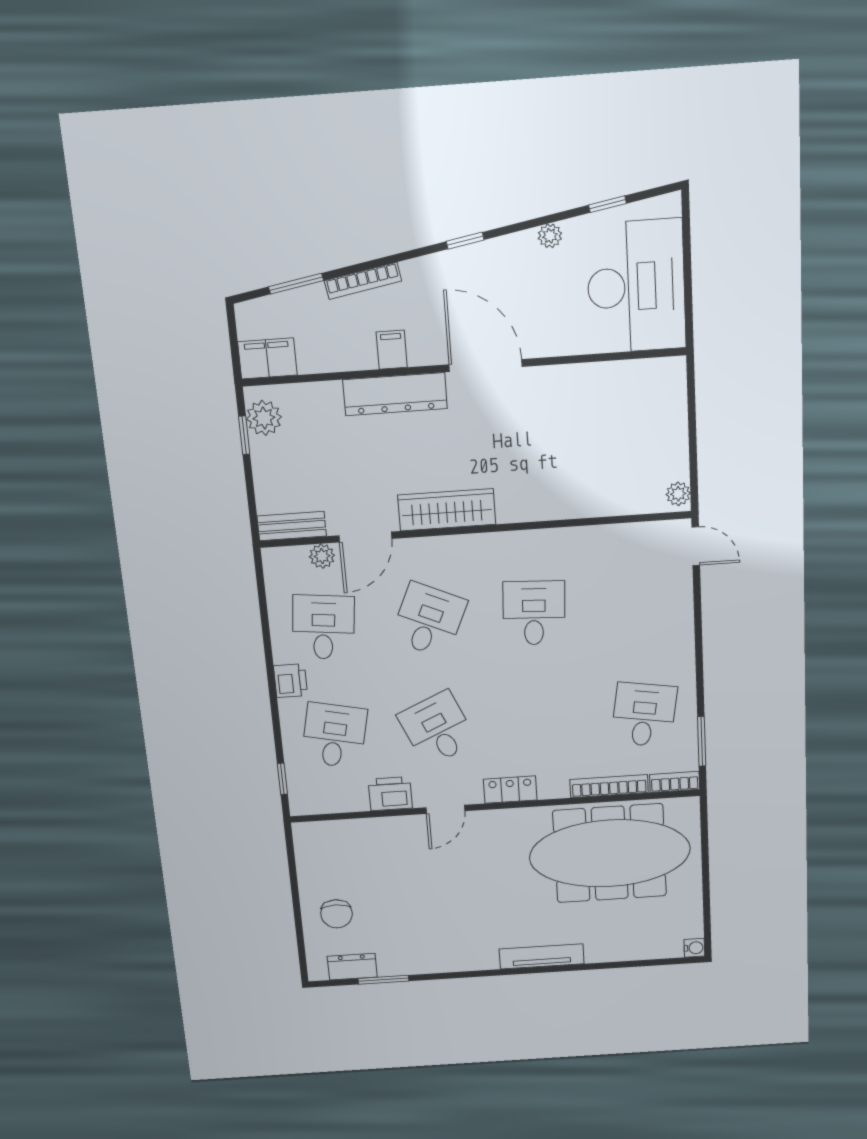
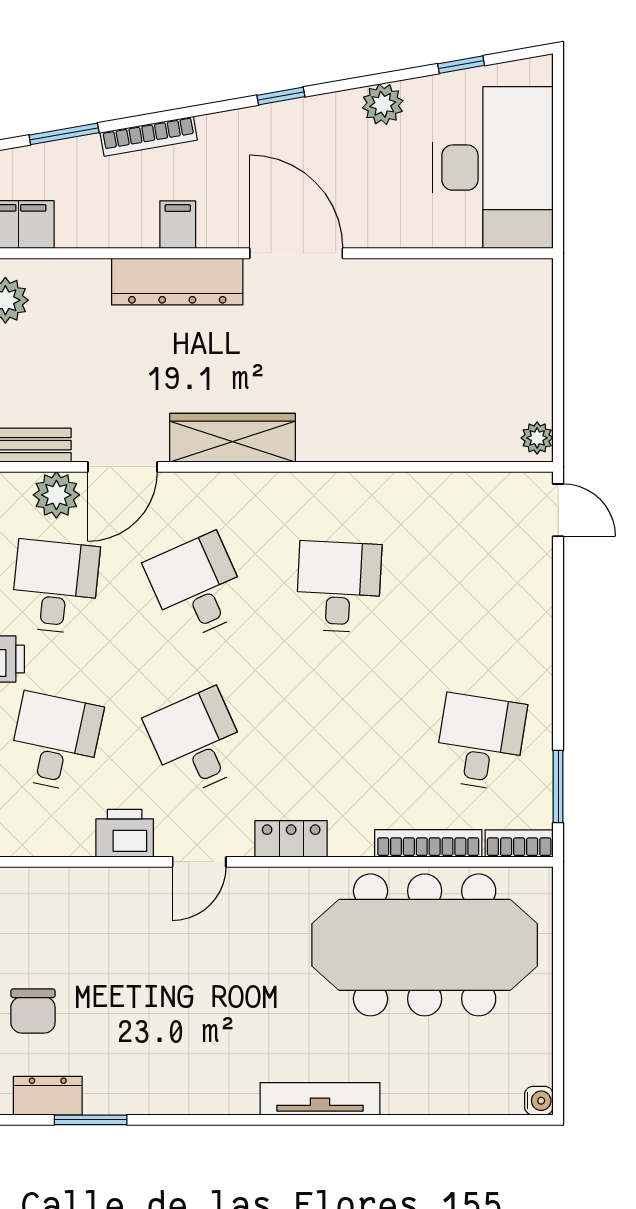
plant: (550, 236) -> (383, 104), width x1.38, depth x1.38
plant: (322, 556) -> (56, 495), width x1.38, depth x1.38
desk: (429, 620) -> (197, 587), turned -48

